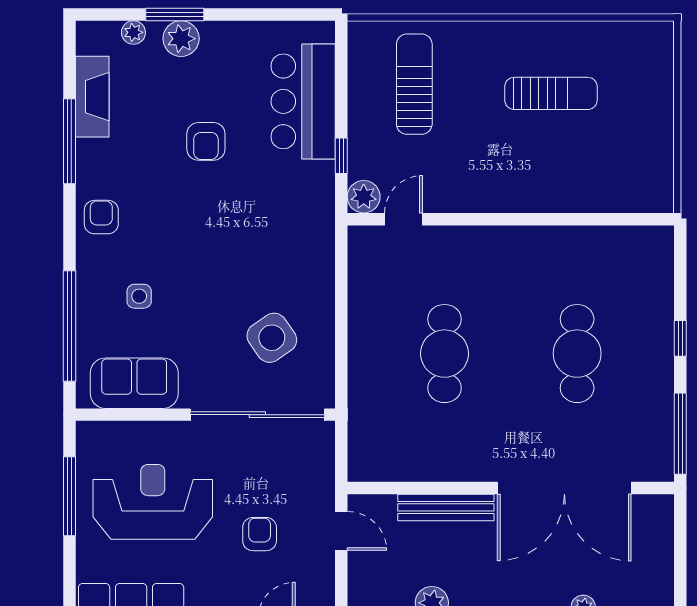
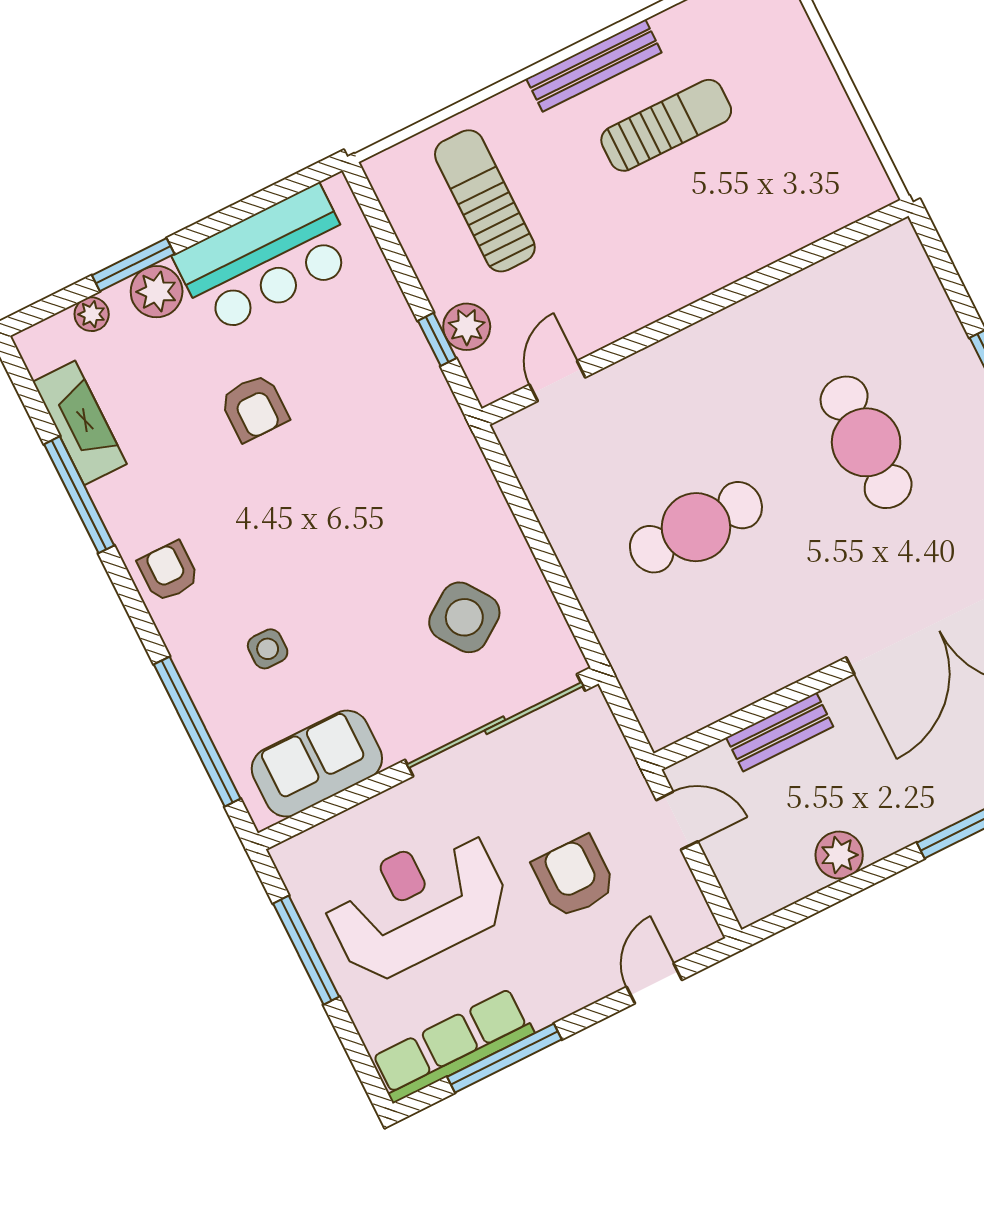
bench: (524, 34) -> (594, 66), added
bar counter: (303, 101) -> (266, 260), moved, turned -90
plant: (364, 197) -> (467, 327), moved
cafe table: (444, 354) -> (696, 527), turned 90
bench: (446, 507) -> (780, 732), width x0.73
armchair: (260, 534) -> (574, 877), width x1.38, depth x1.38

